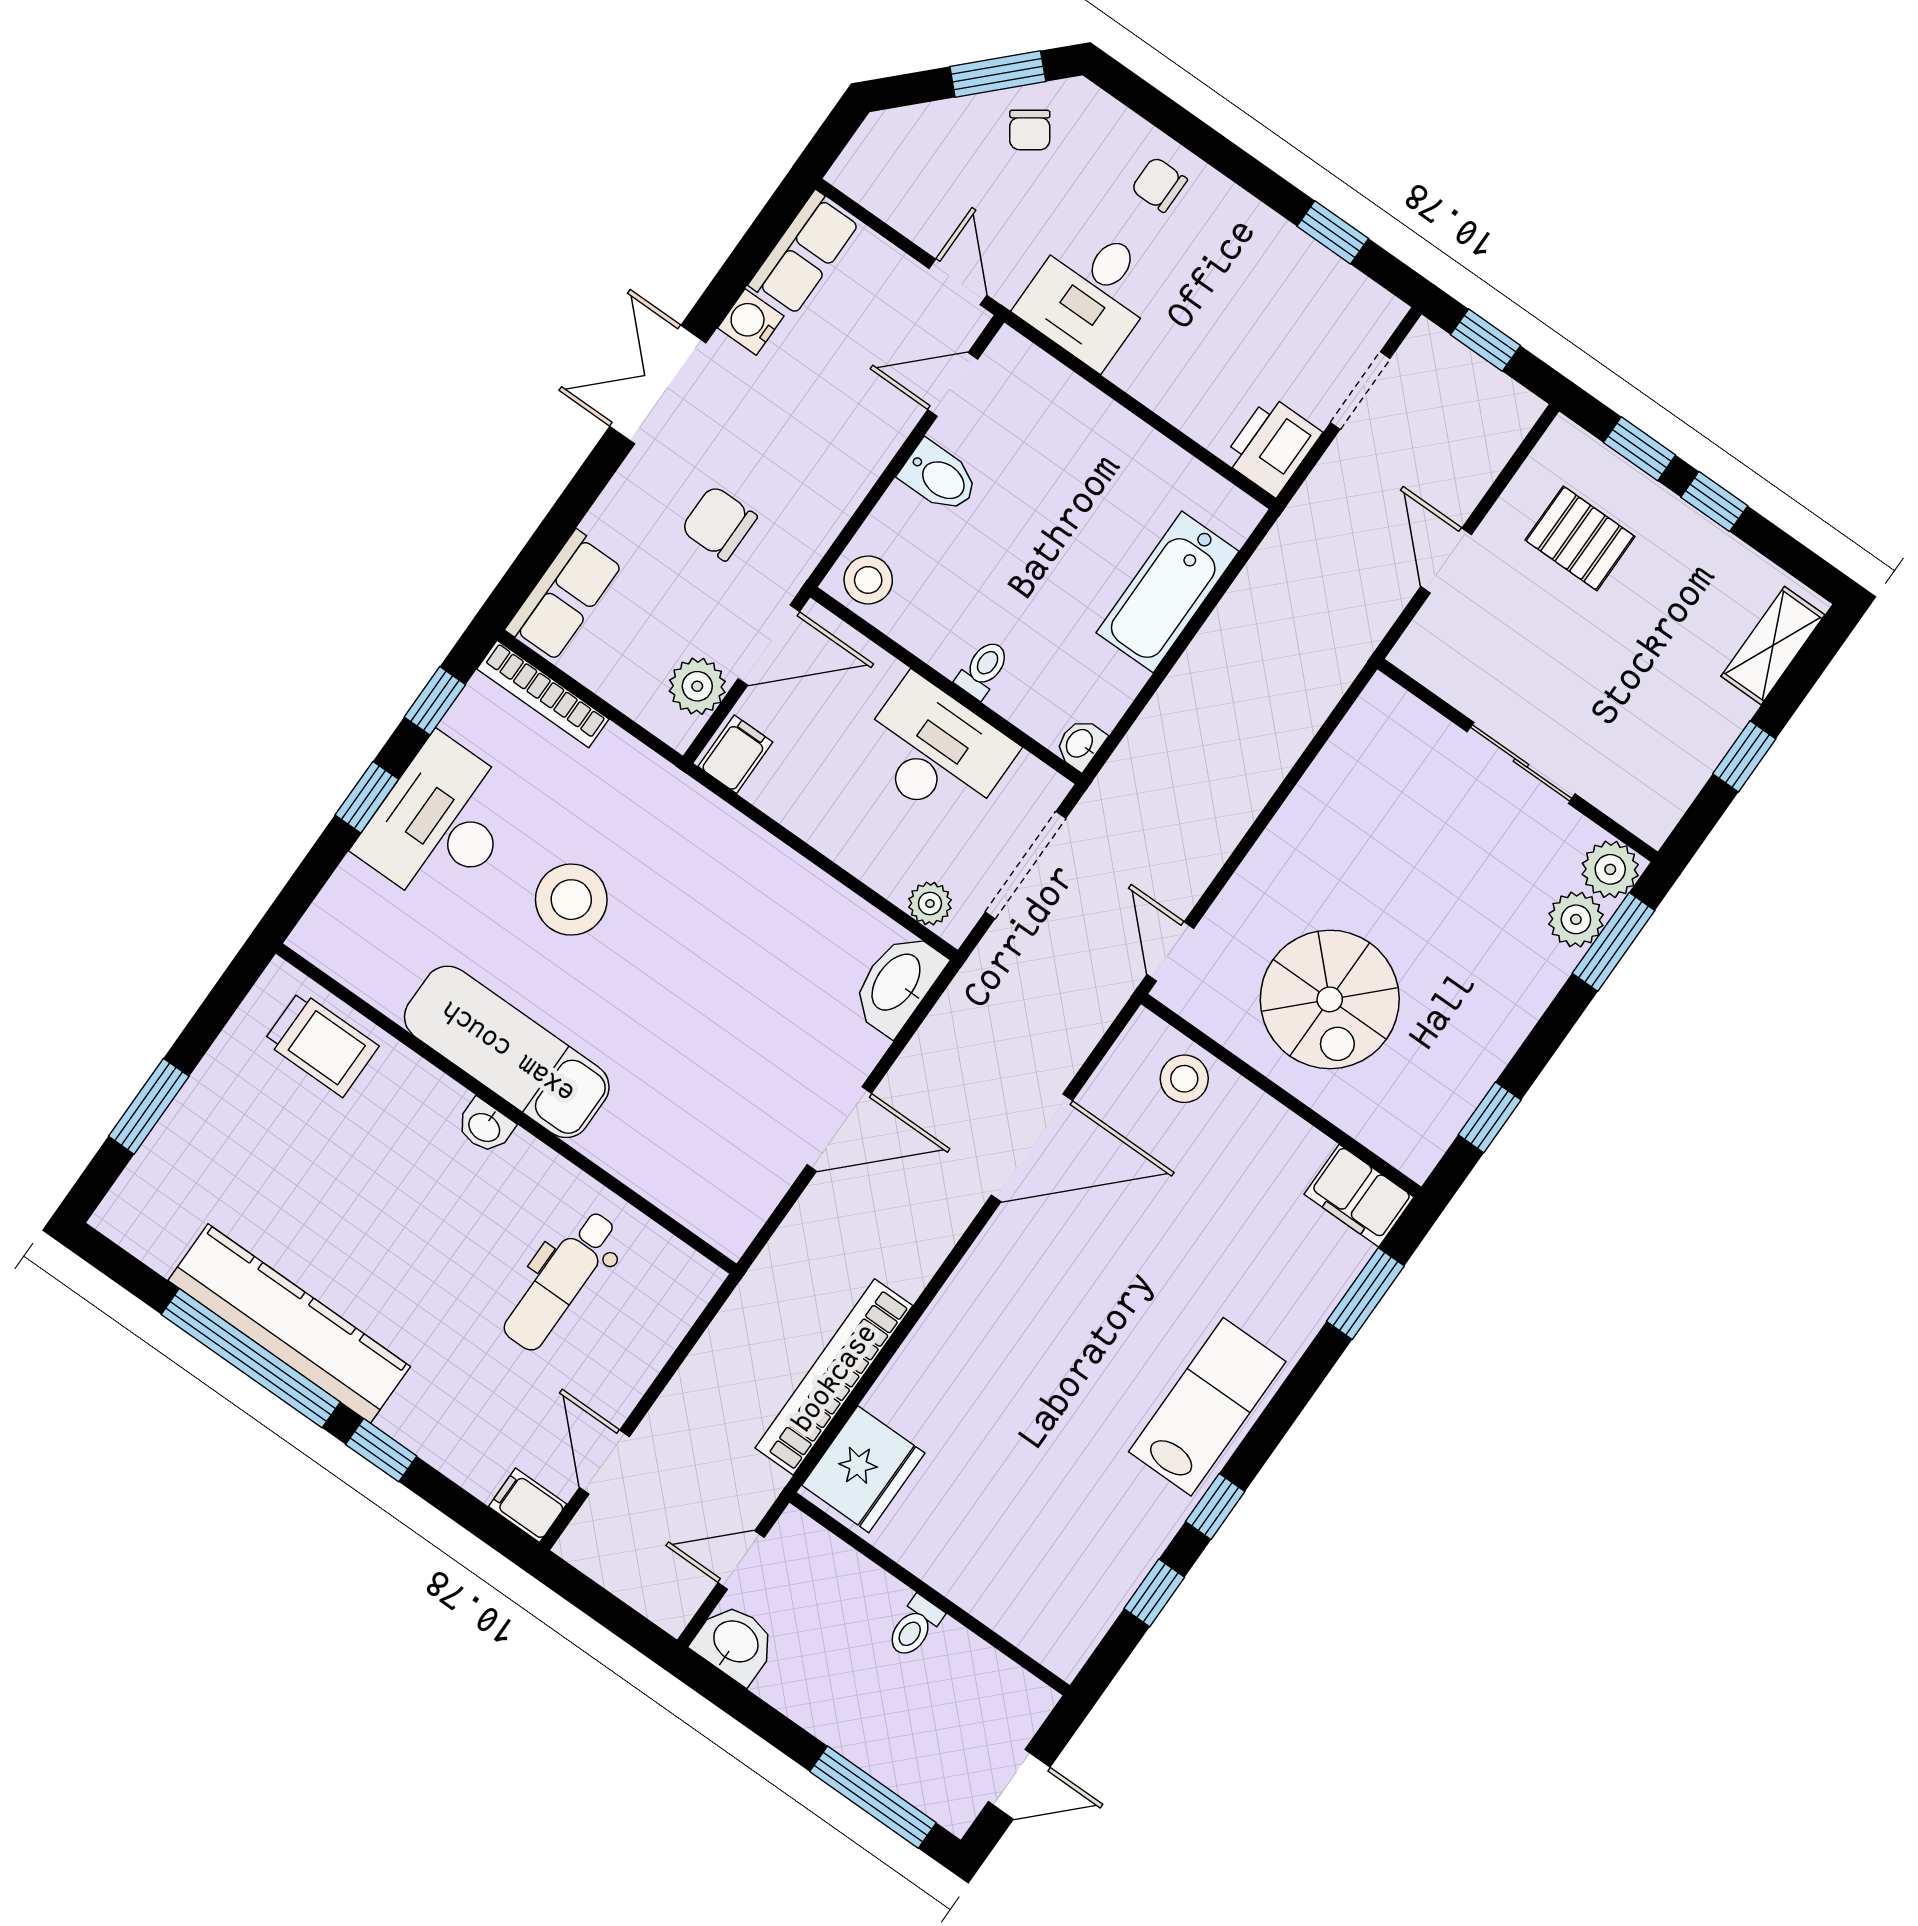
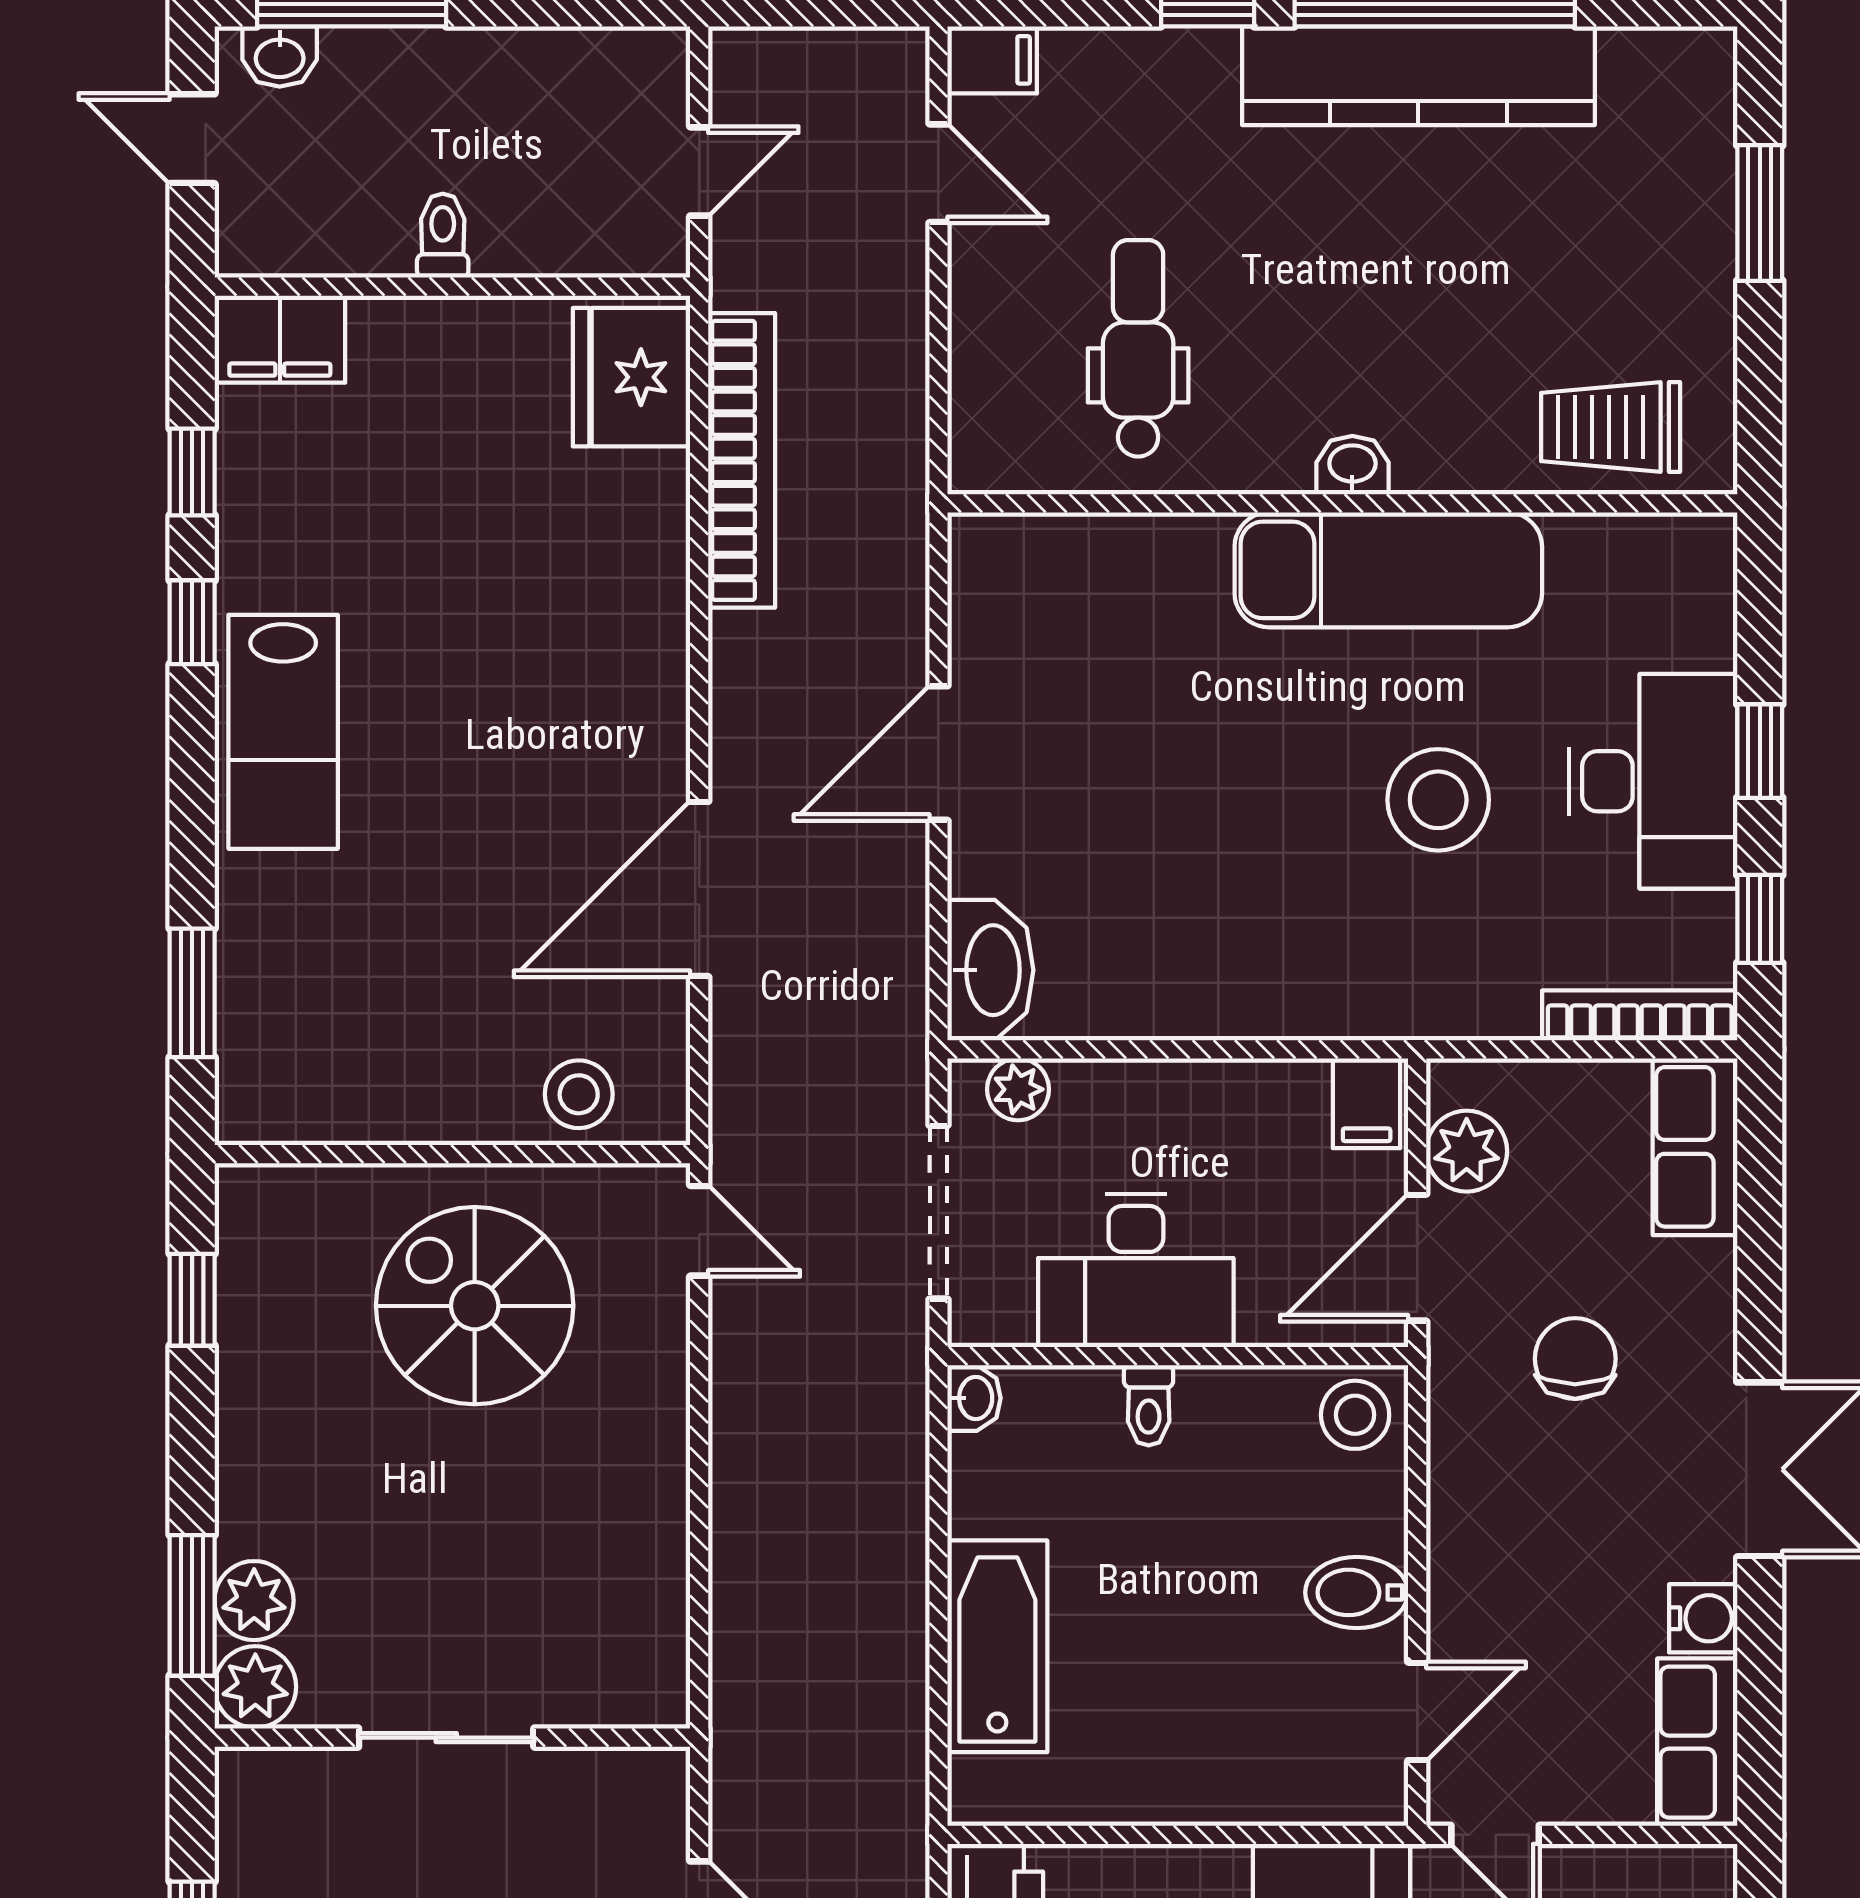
chair: (719, 523) -> (1575, 1359), turned -90
filing cabinet: (1359, 1196) -> (280, 339), moved, turned 180
washbasin: (735, 1643) -> (280, 56), moved, width x0.72, depth x0.69
door: (1019, 1784) -> (192, 139), hinge flipped

